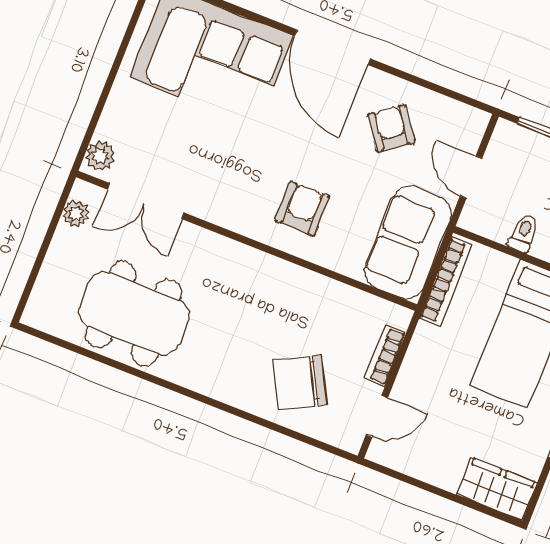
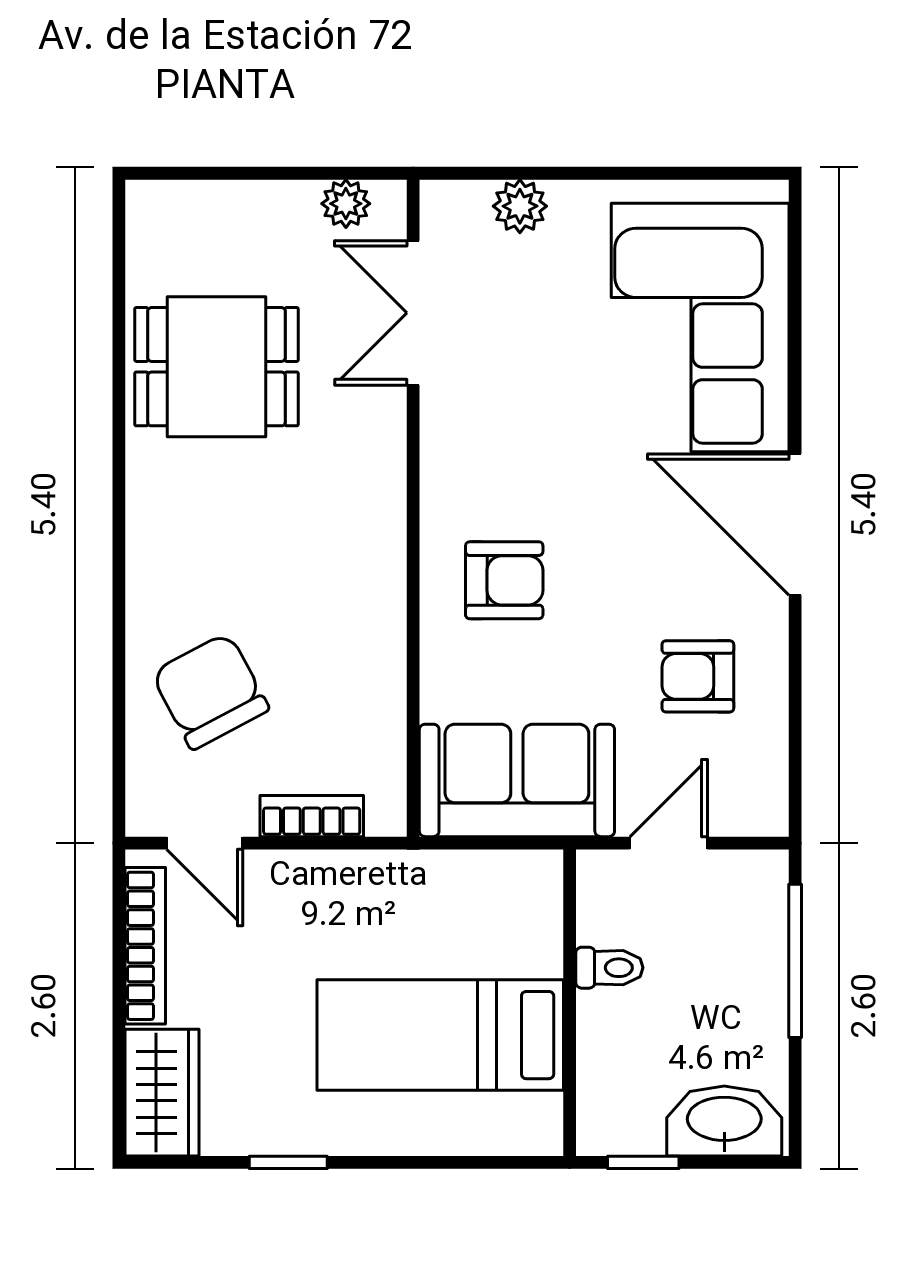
door: (333, 47) -> (795, 524), hinge flipped
armchair: (391, 128) -> (698, 676), turned -144
plant: (100, 156) -> (520, 206), moved
bookcase: (446, 281) -> (145, 946), moved, turned -90
dining table: (134, 313) -> (216, 367), width x0.73

